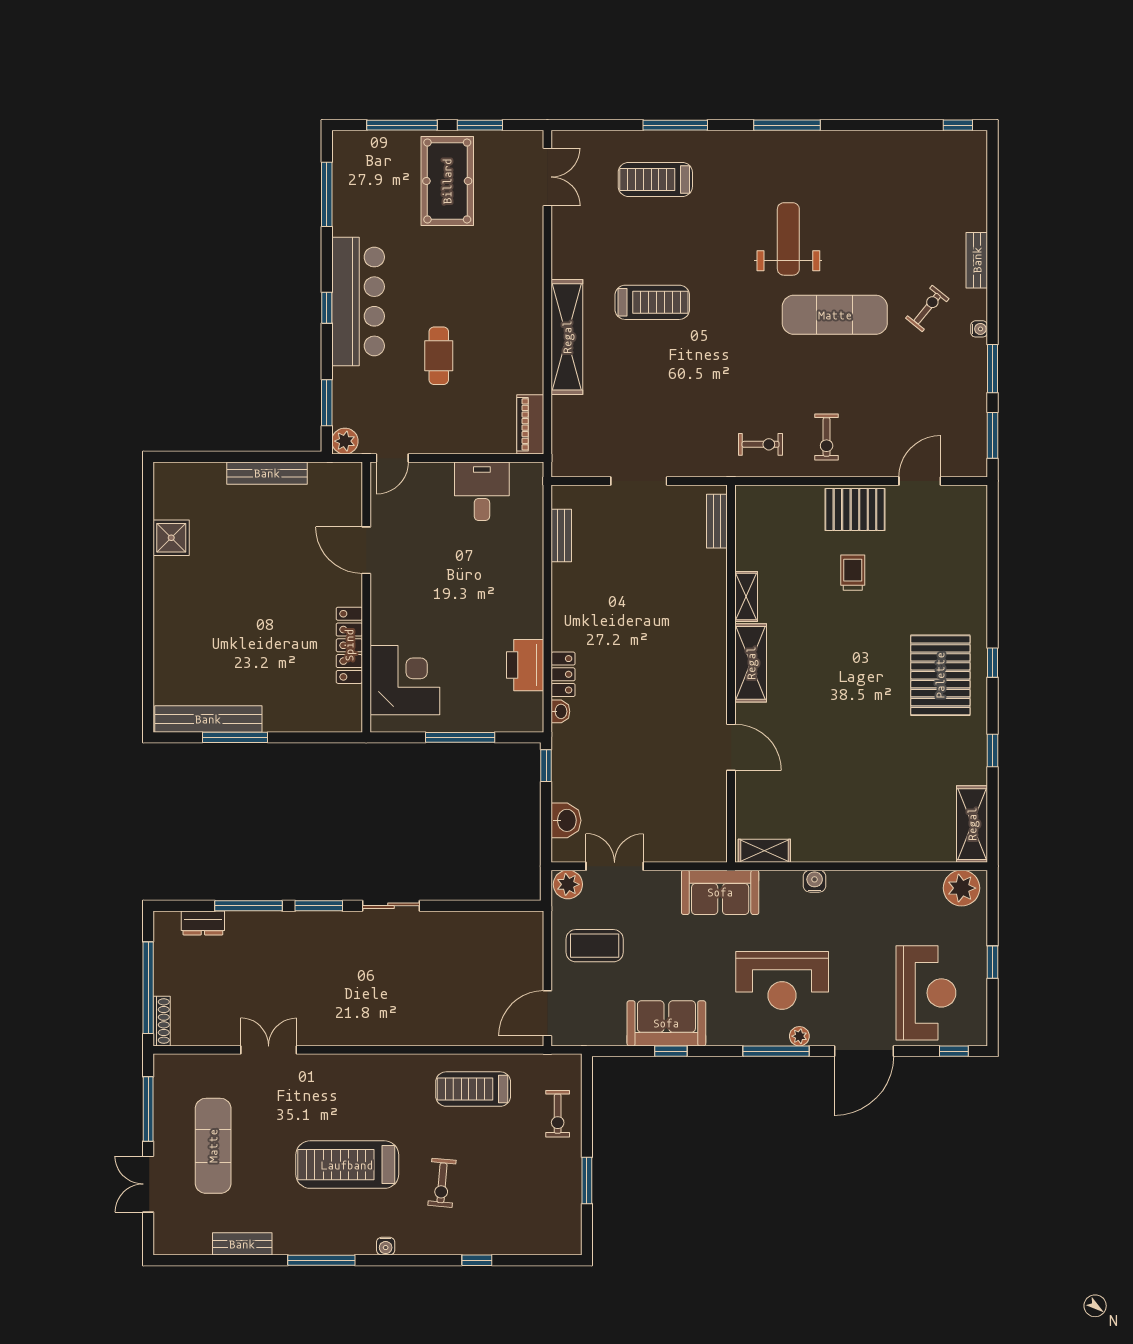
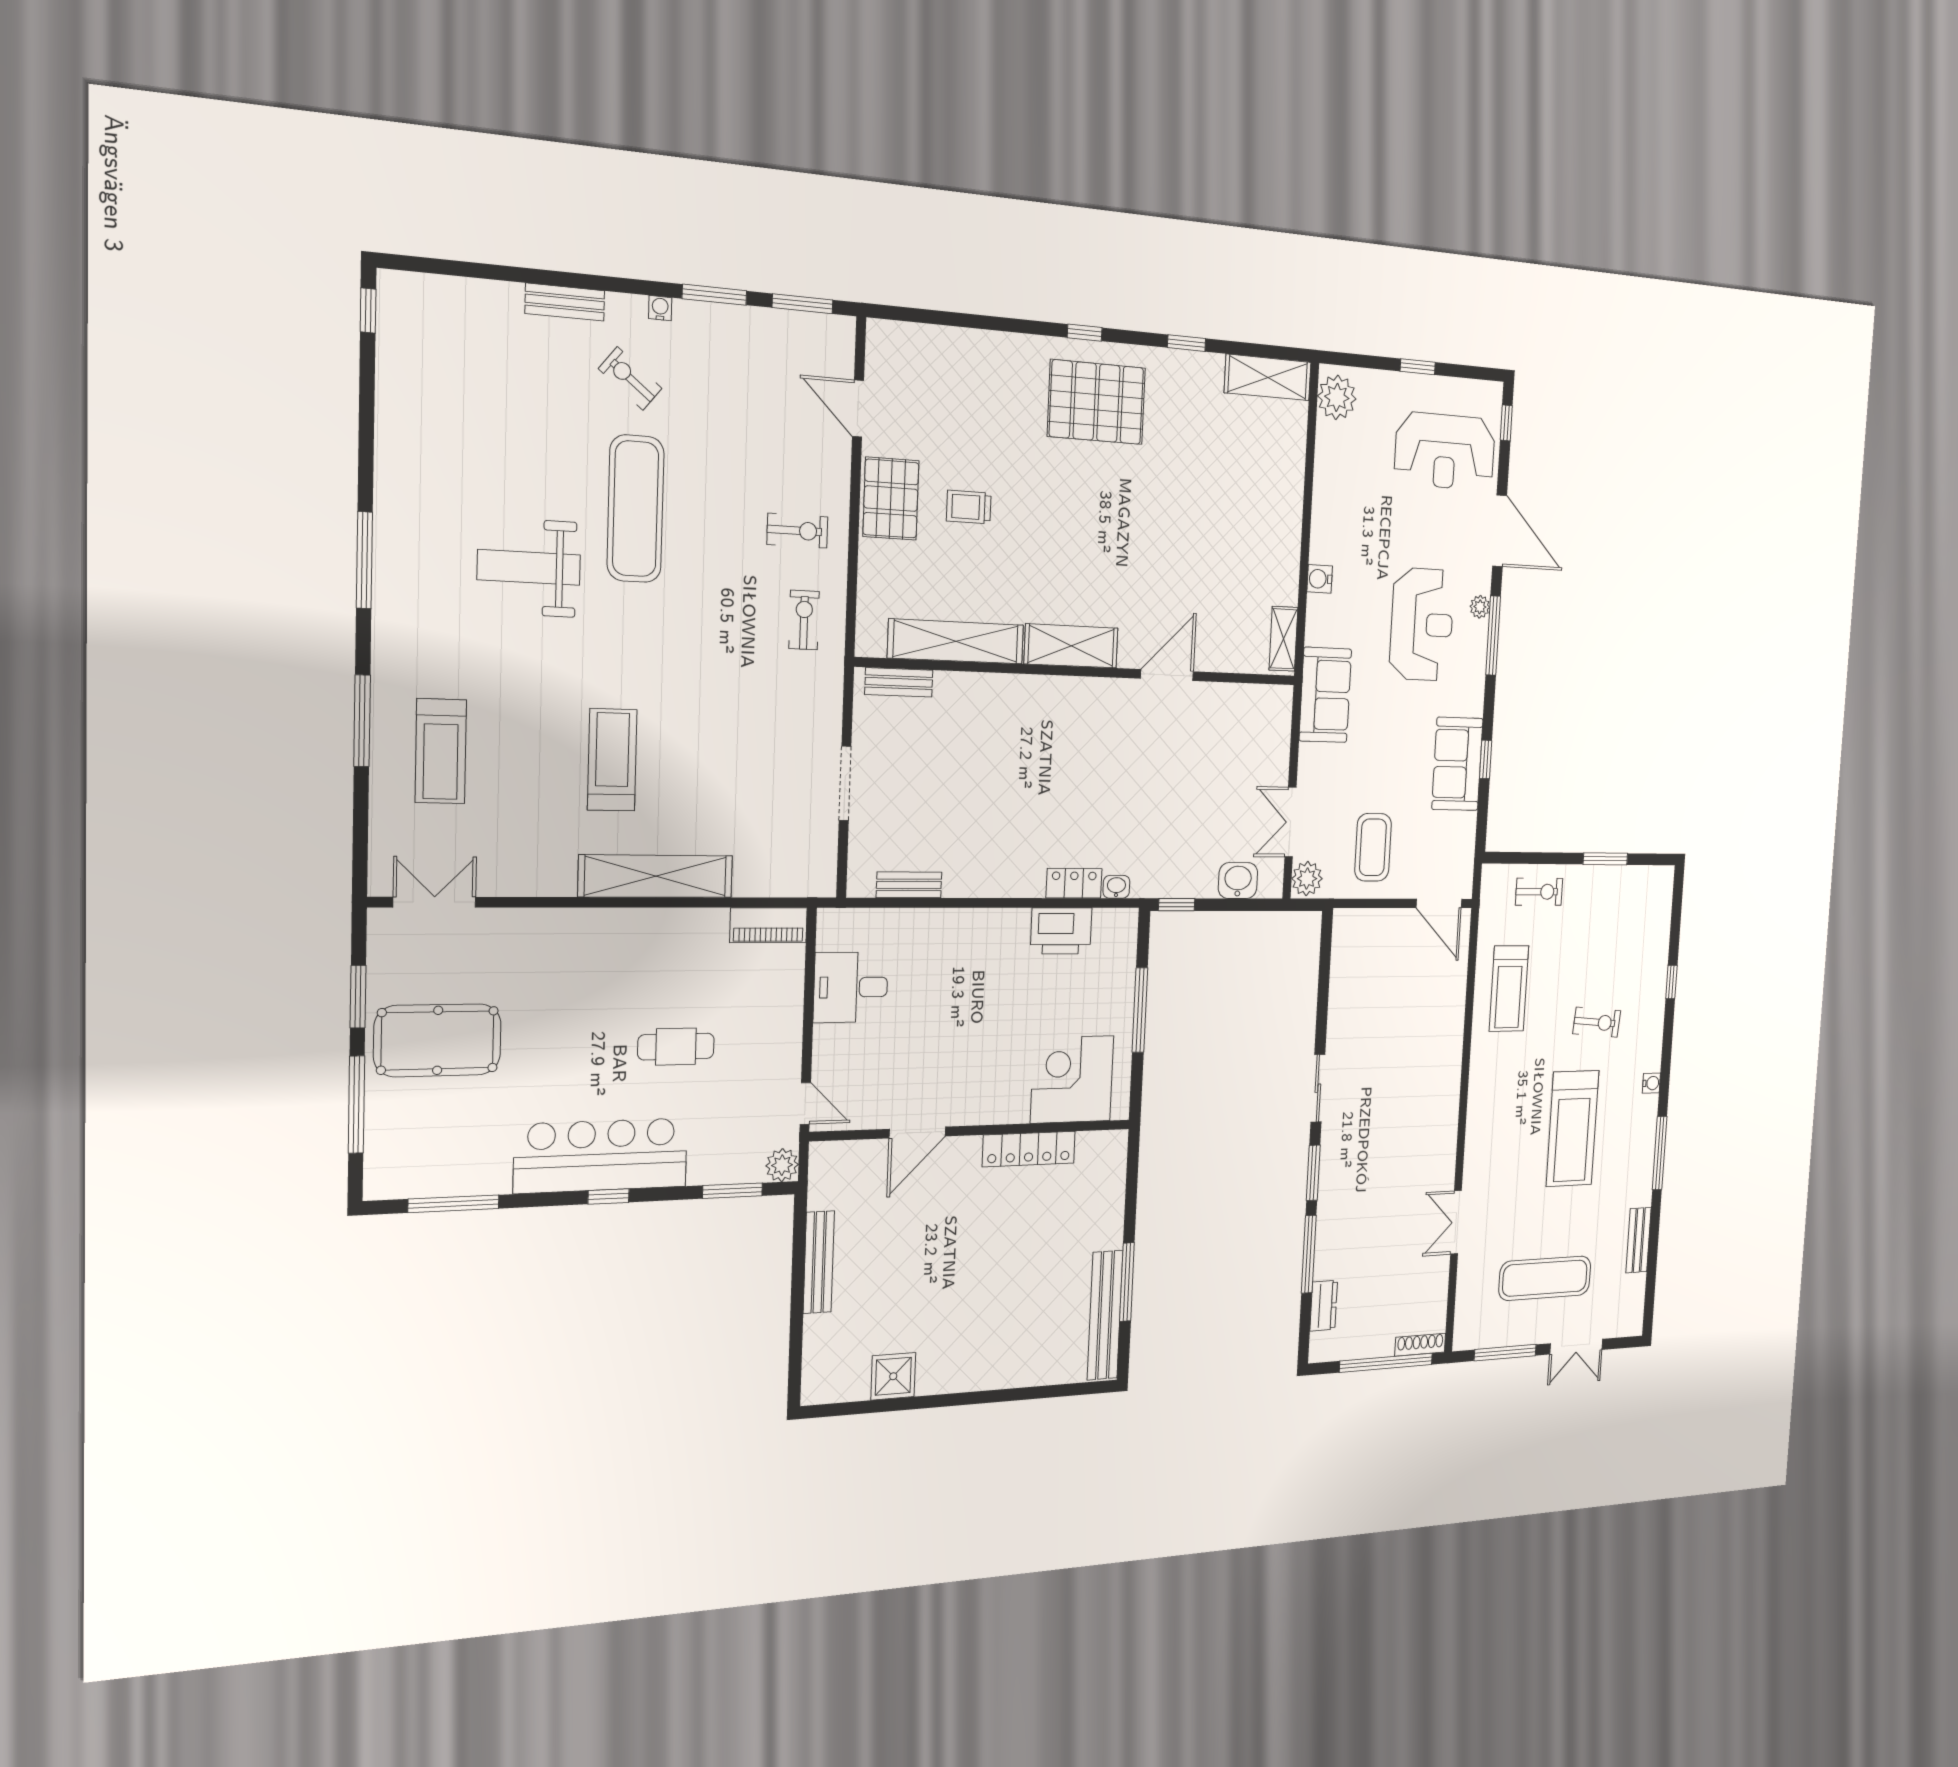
shelving: (746, 596) -> (956, 641), width x2.20, depth x1.33
reception desk: (926, 993) -> (1445, 451), turned 180

